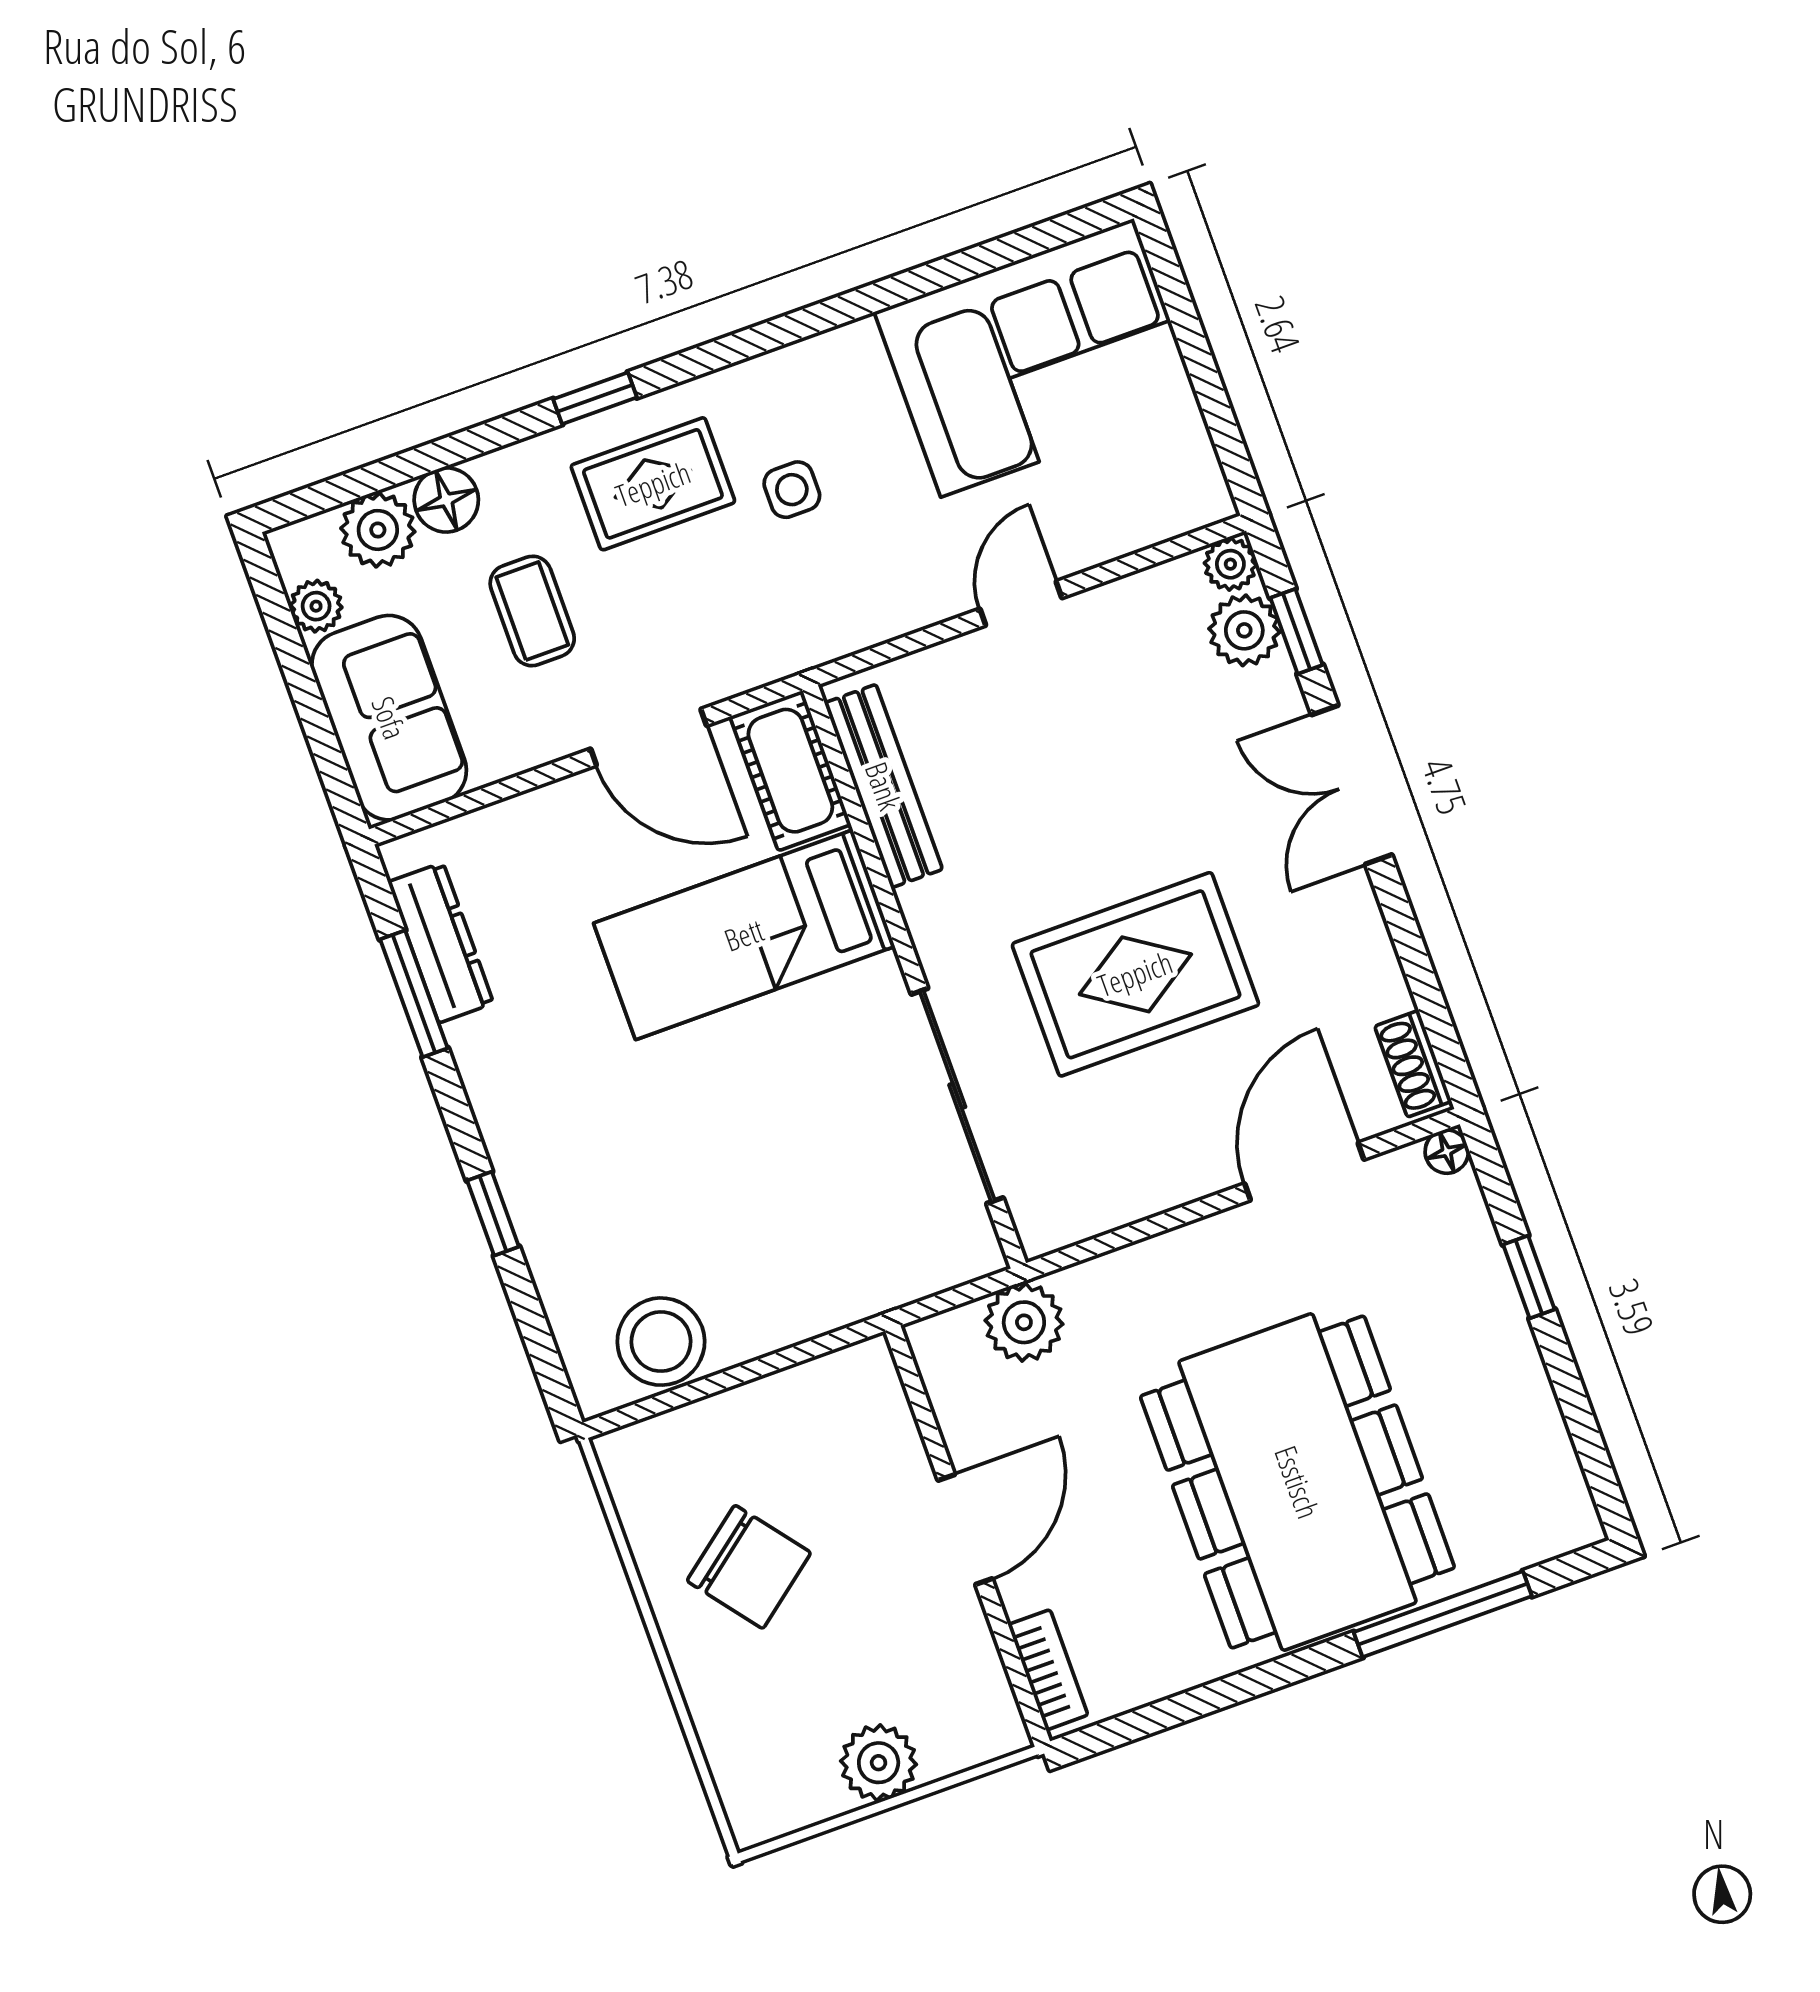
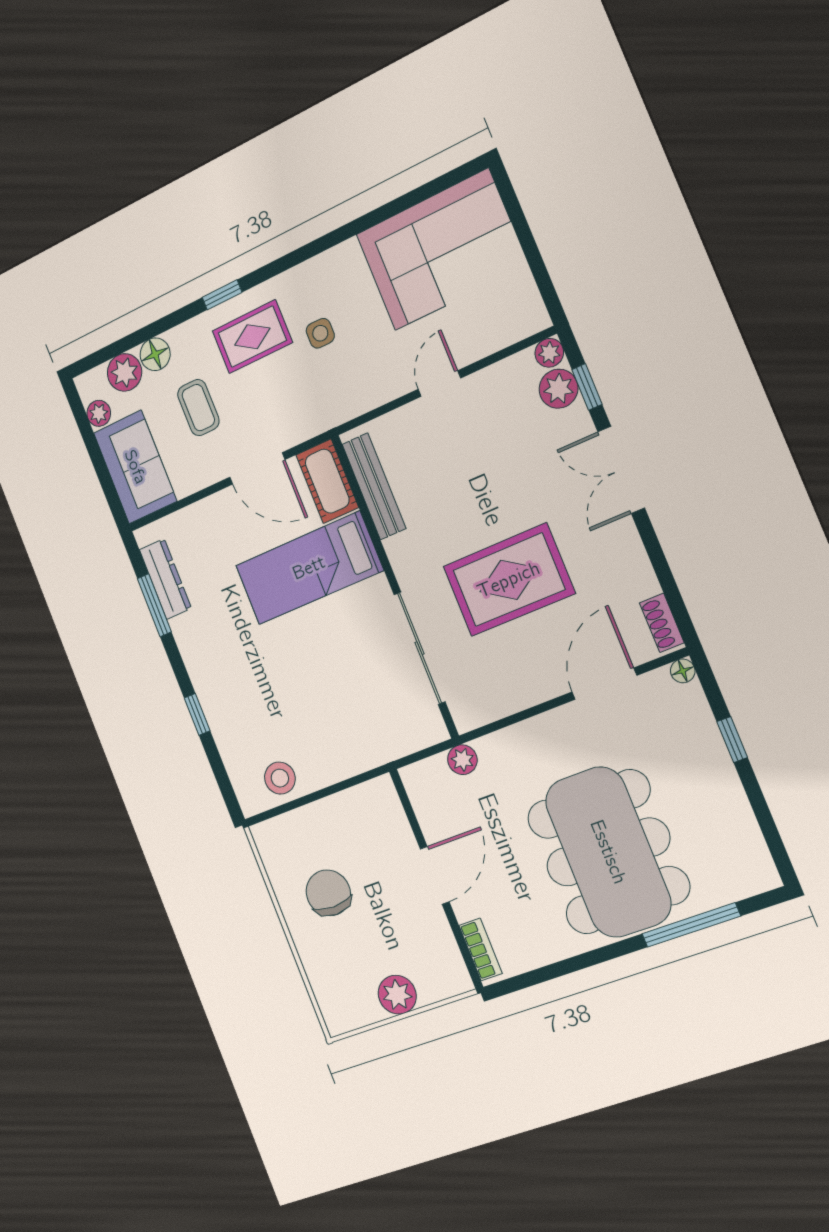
plant: (1024, 1322) -> (462, 760), width x0.73, depth x0.73
stool: (661, 1342) -> (280, 778), width x0.73, depth x0.73
chair: (749, 1567) -> (328, 893), turned -142

